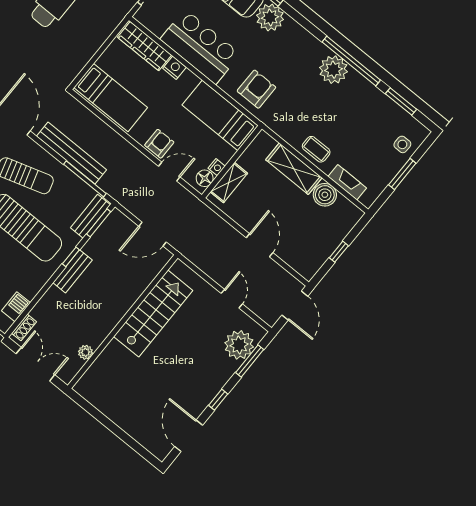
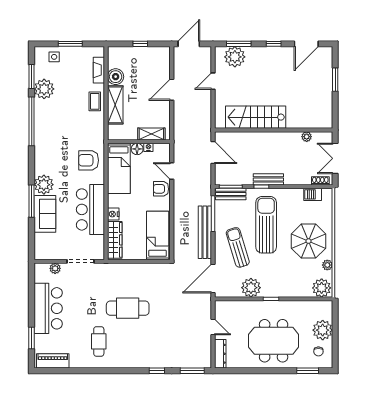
plant: (333, 70) -> (44, 89), moved
floor lamp: (205, 178) -> (137, 149), moved
window: (123, 436) -> (335, 80), added

